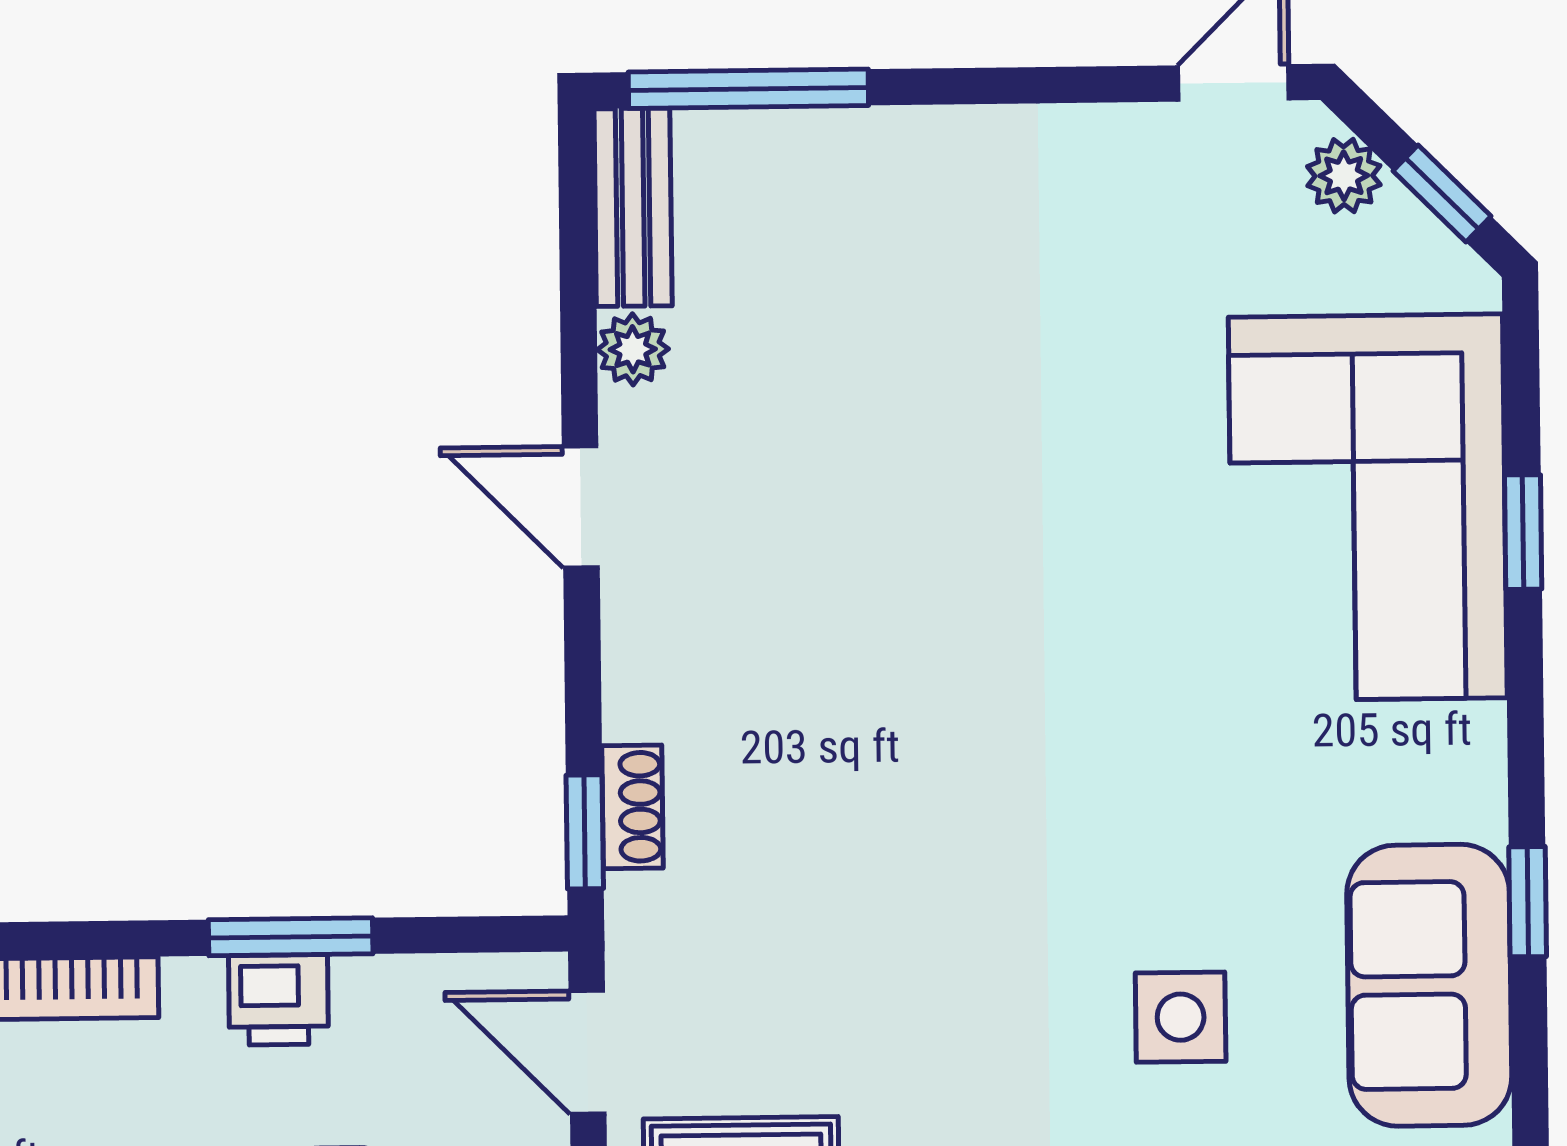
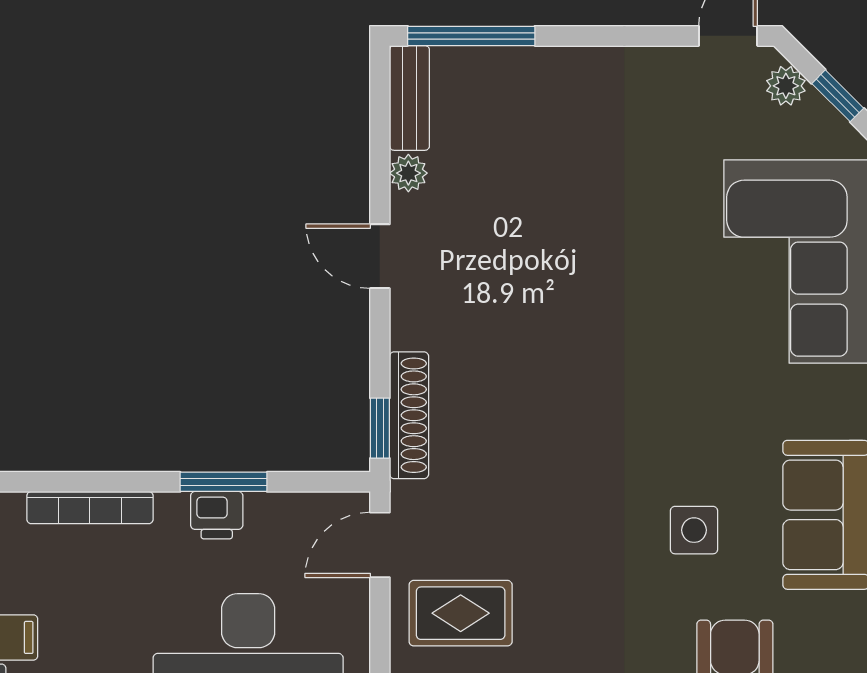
shoe rack: (633, 807) -> (409, 415), width x1.94, depth x1.24
door: (587, 1052) -> (380, 545), hinge flipped

